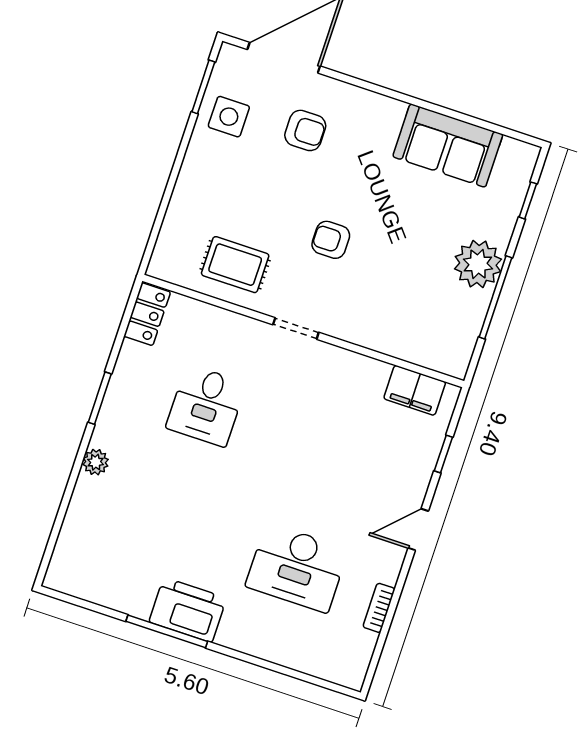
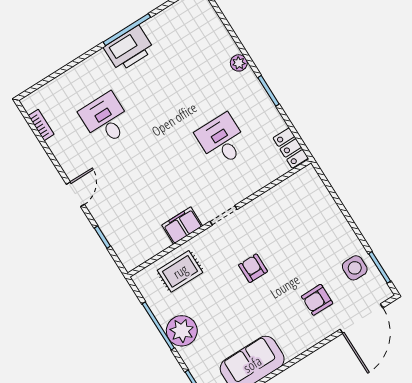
armchair: (331, 240) -> (253, 268), turned -90
rug: (235, 265) -> (180, 271), moved
filing cabinet: (415, 390) -> (182, 225), moved
desk: (297, 568) -> (106, 119), width x0.73
bookcase: (379, 608) -> (41, 125), moved

